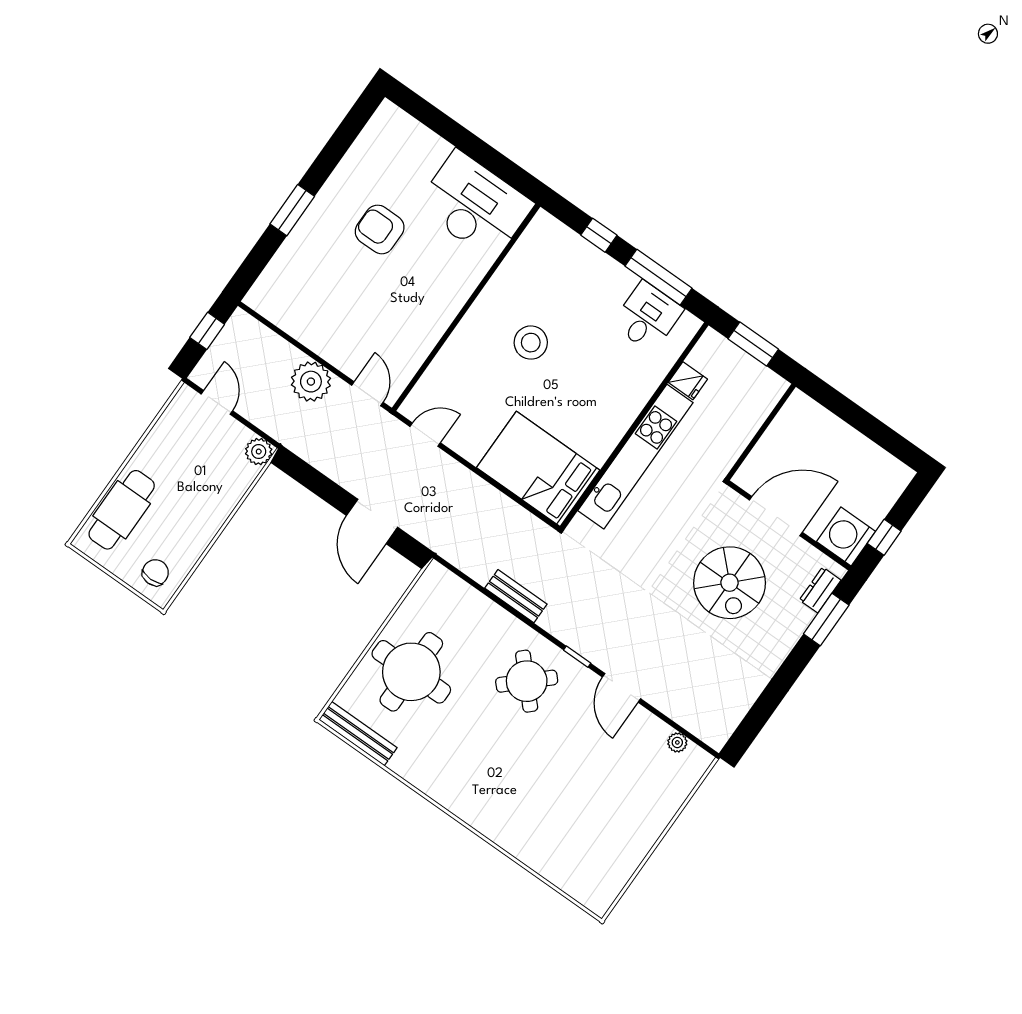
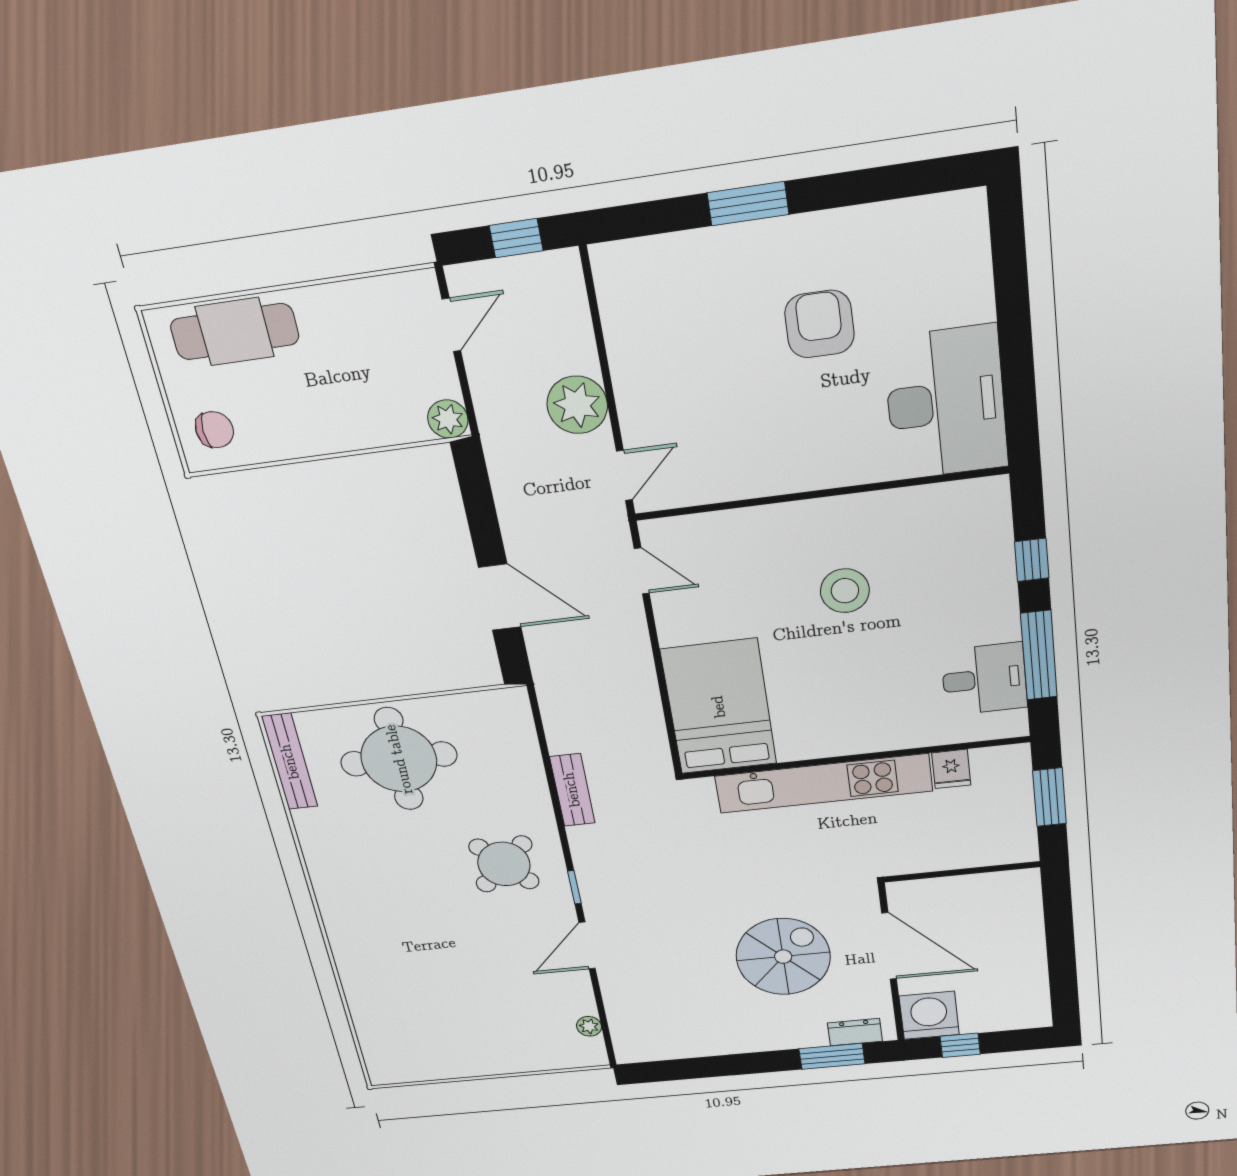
door: (372, 521) -> (500, 597), swing flipped
spiral stairs: (730, 583) -> (783, 957), turned 180

